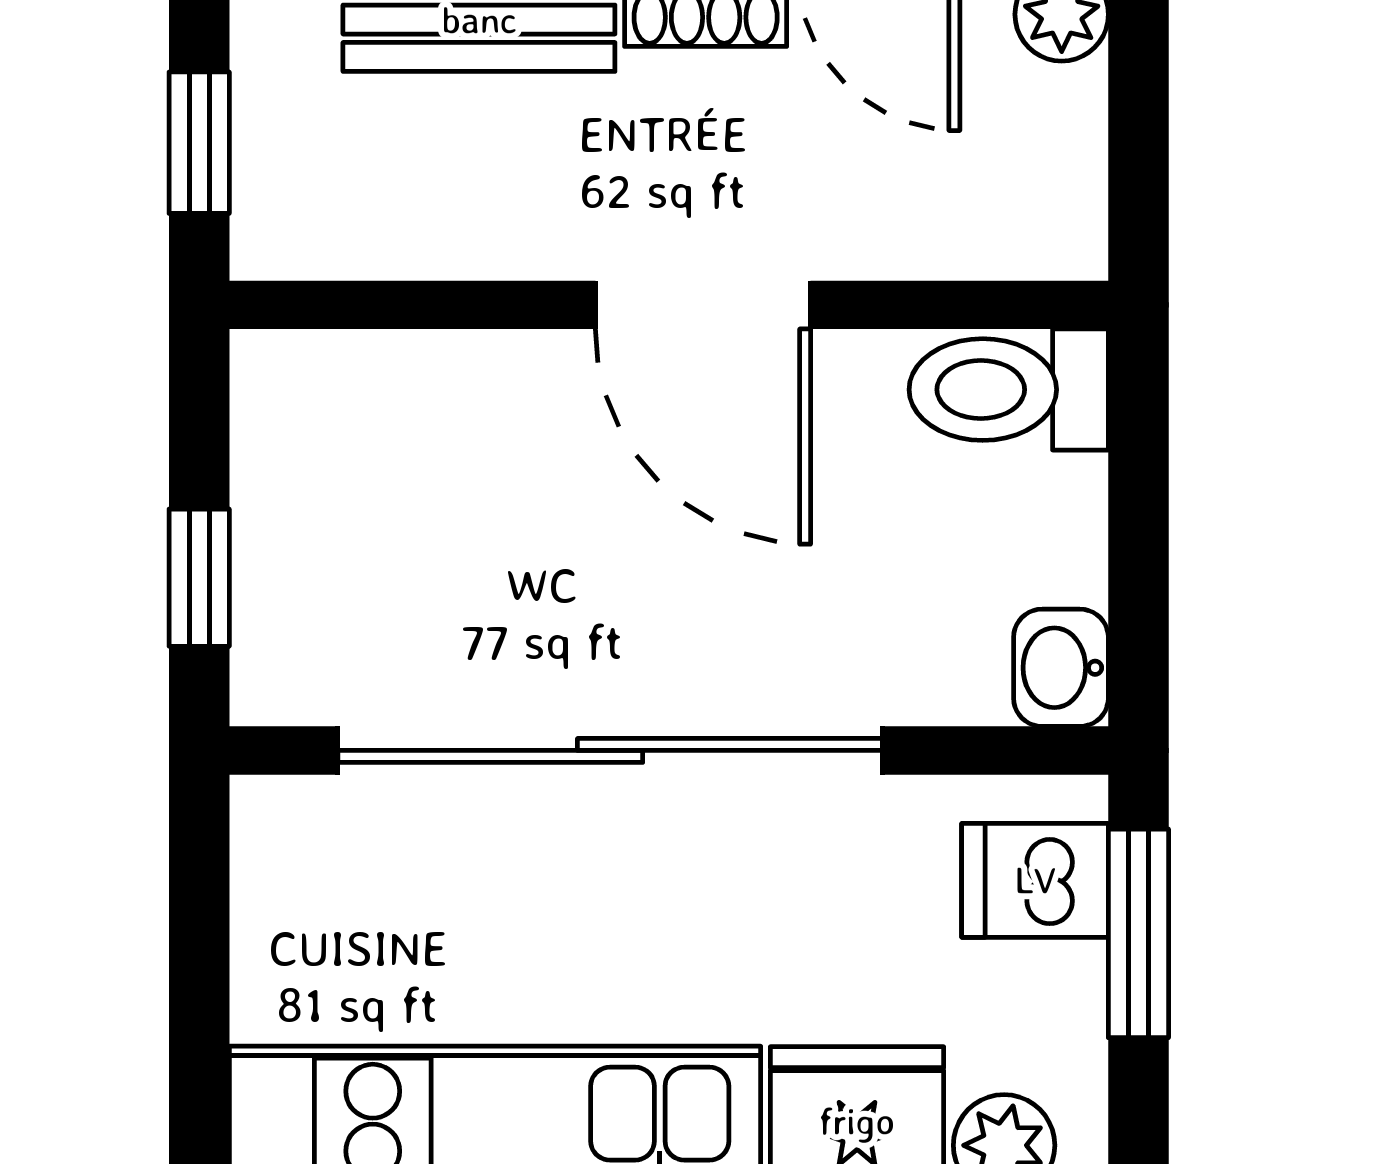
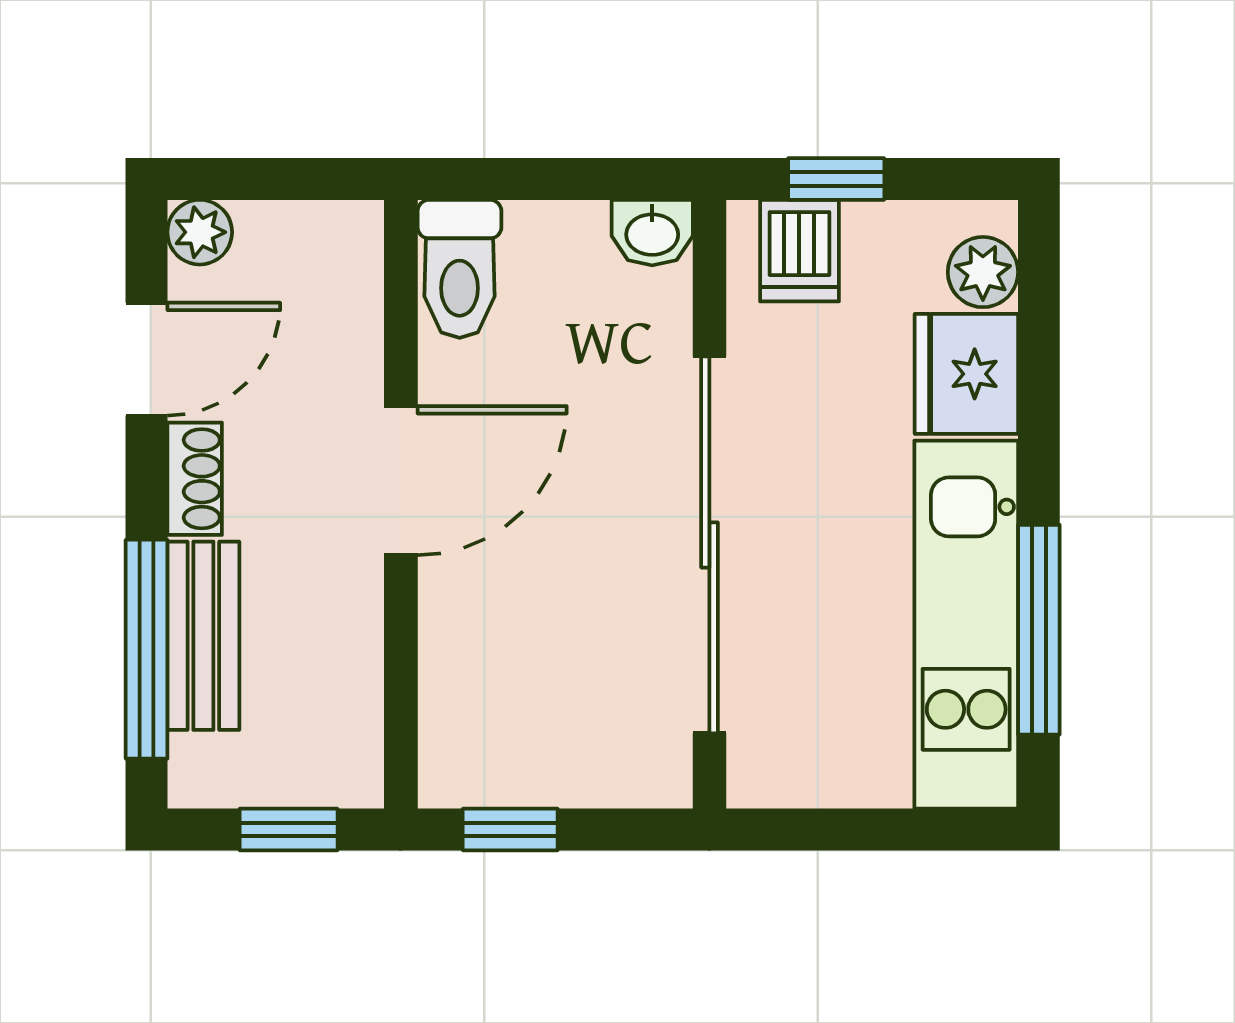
window: (199, 578) -> (510, 829), moved
window: (1138, 933) -> (836, 179), width x0.67

